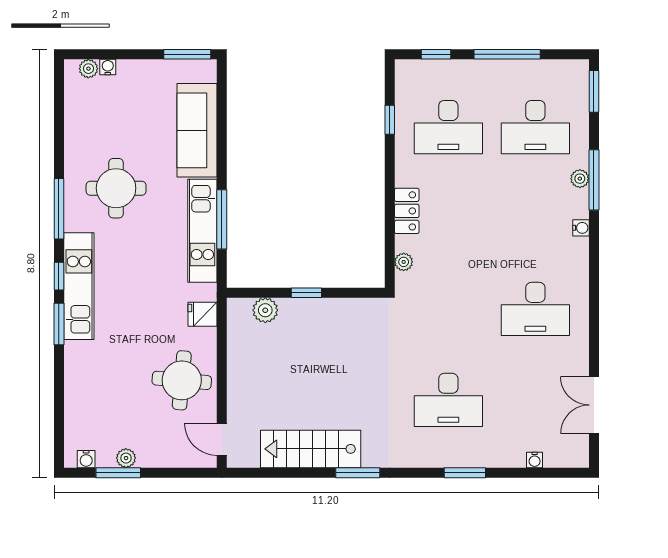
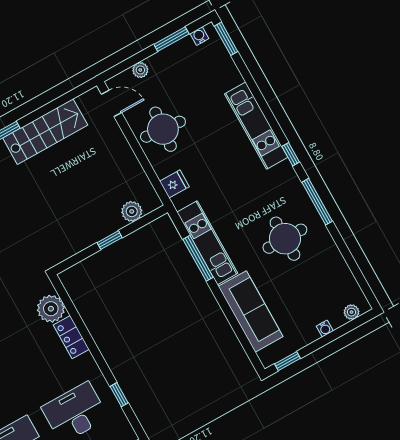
window: (187, 54) -> (288, 361), width x0.67
water cooler: (108, 67) -> (325, 328), moved
plant: (404, 262) -> (51, 309), width x1.88, depth x1.88
kitchen unit: (79, 286) -> (256, 126), moved
window: (59, 324) -> (226, 39), moved
plant: (126, 458) -> (140, 70), moved

